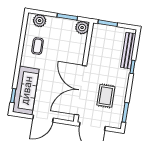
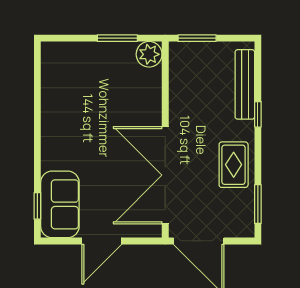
plant: (40, 21) -> (65, 54), removed
coffee table: (38, 46) -> (69, 103), removed
sofa: (26, 90) -> (60, 204), width x0.73
rug: (106, 96) -> (234, 165), moved

